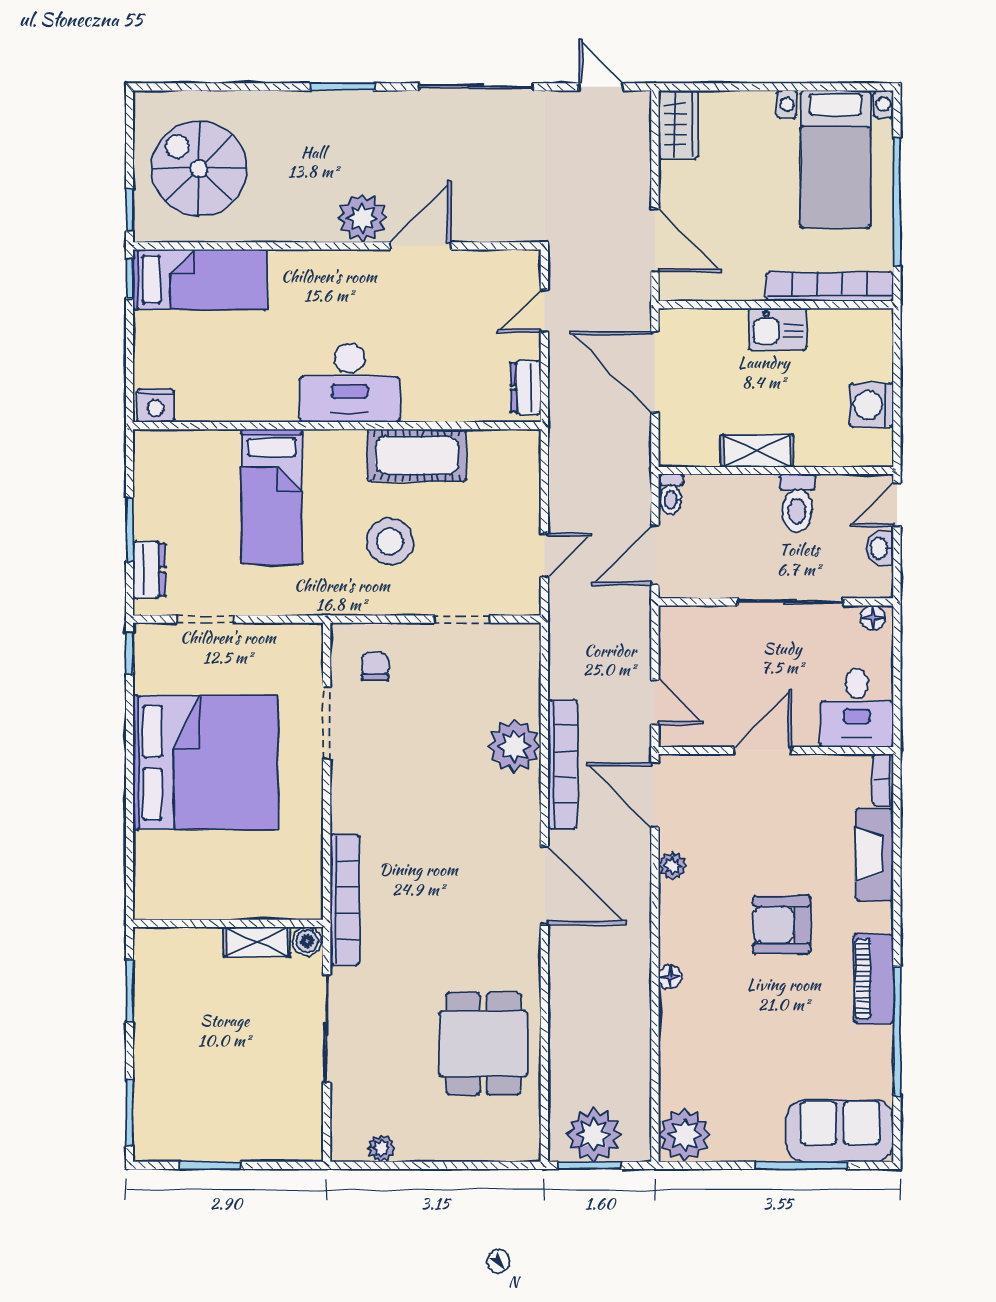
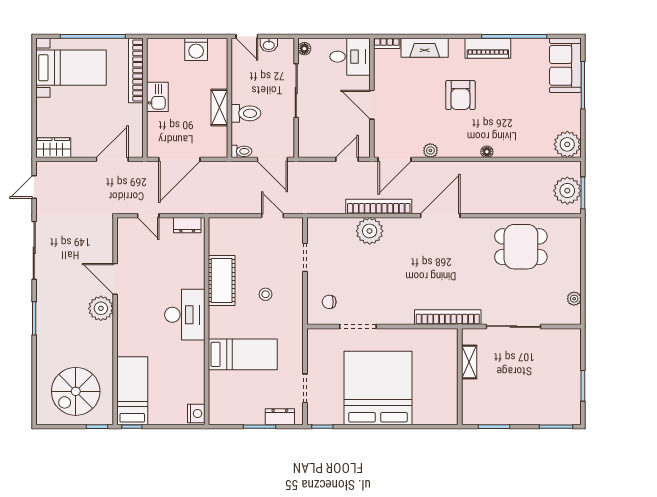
toilet: (797, 503) -> (246, 113), moved
stool: (390, 542) -> (266, 294), width x0.53, depth x0.53
boiler: (307, 941) -> (469, 336), removed

